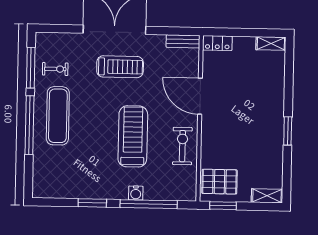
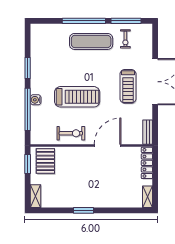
locker: (217, 43) -> (147, 163), width x1.53

